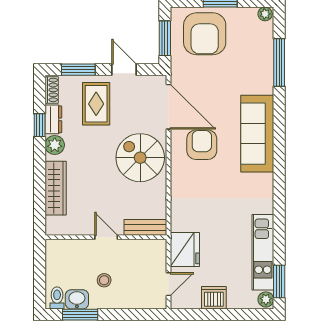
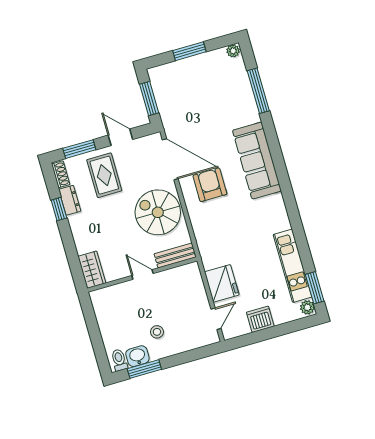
armchair: (205, 34) -> (184, 84), removed
plant: (55, 145) -> (78, 223), removed
wardrobe: (56, 188) -> (92, 270), width x0.67
bench: (145, 227) -> (175, 255), moved
door: (106, 237) -> (142, 274), moved
wall: (106, 237) -> (142, 275), moved

